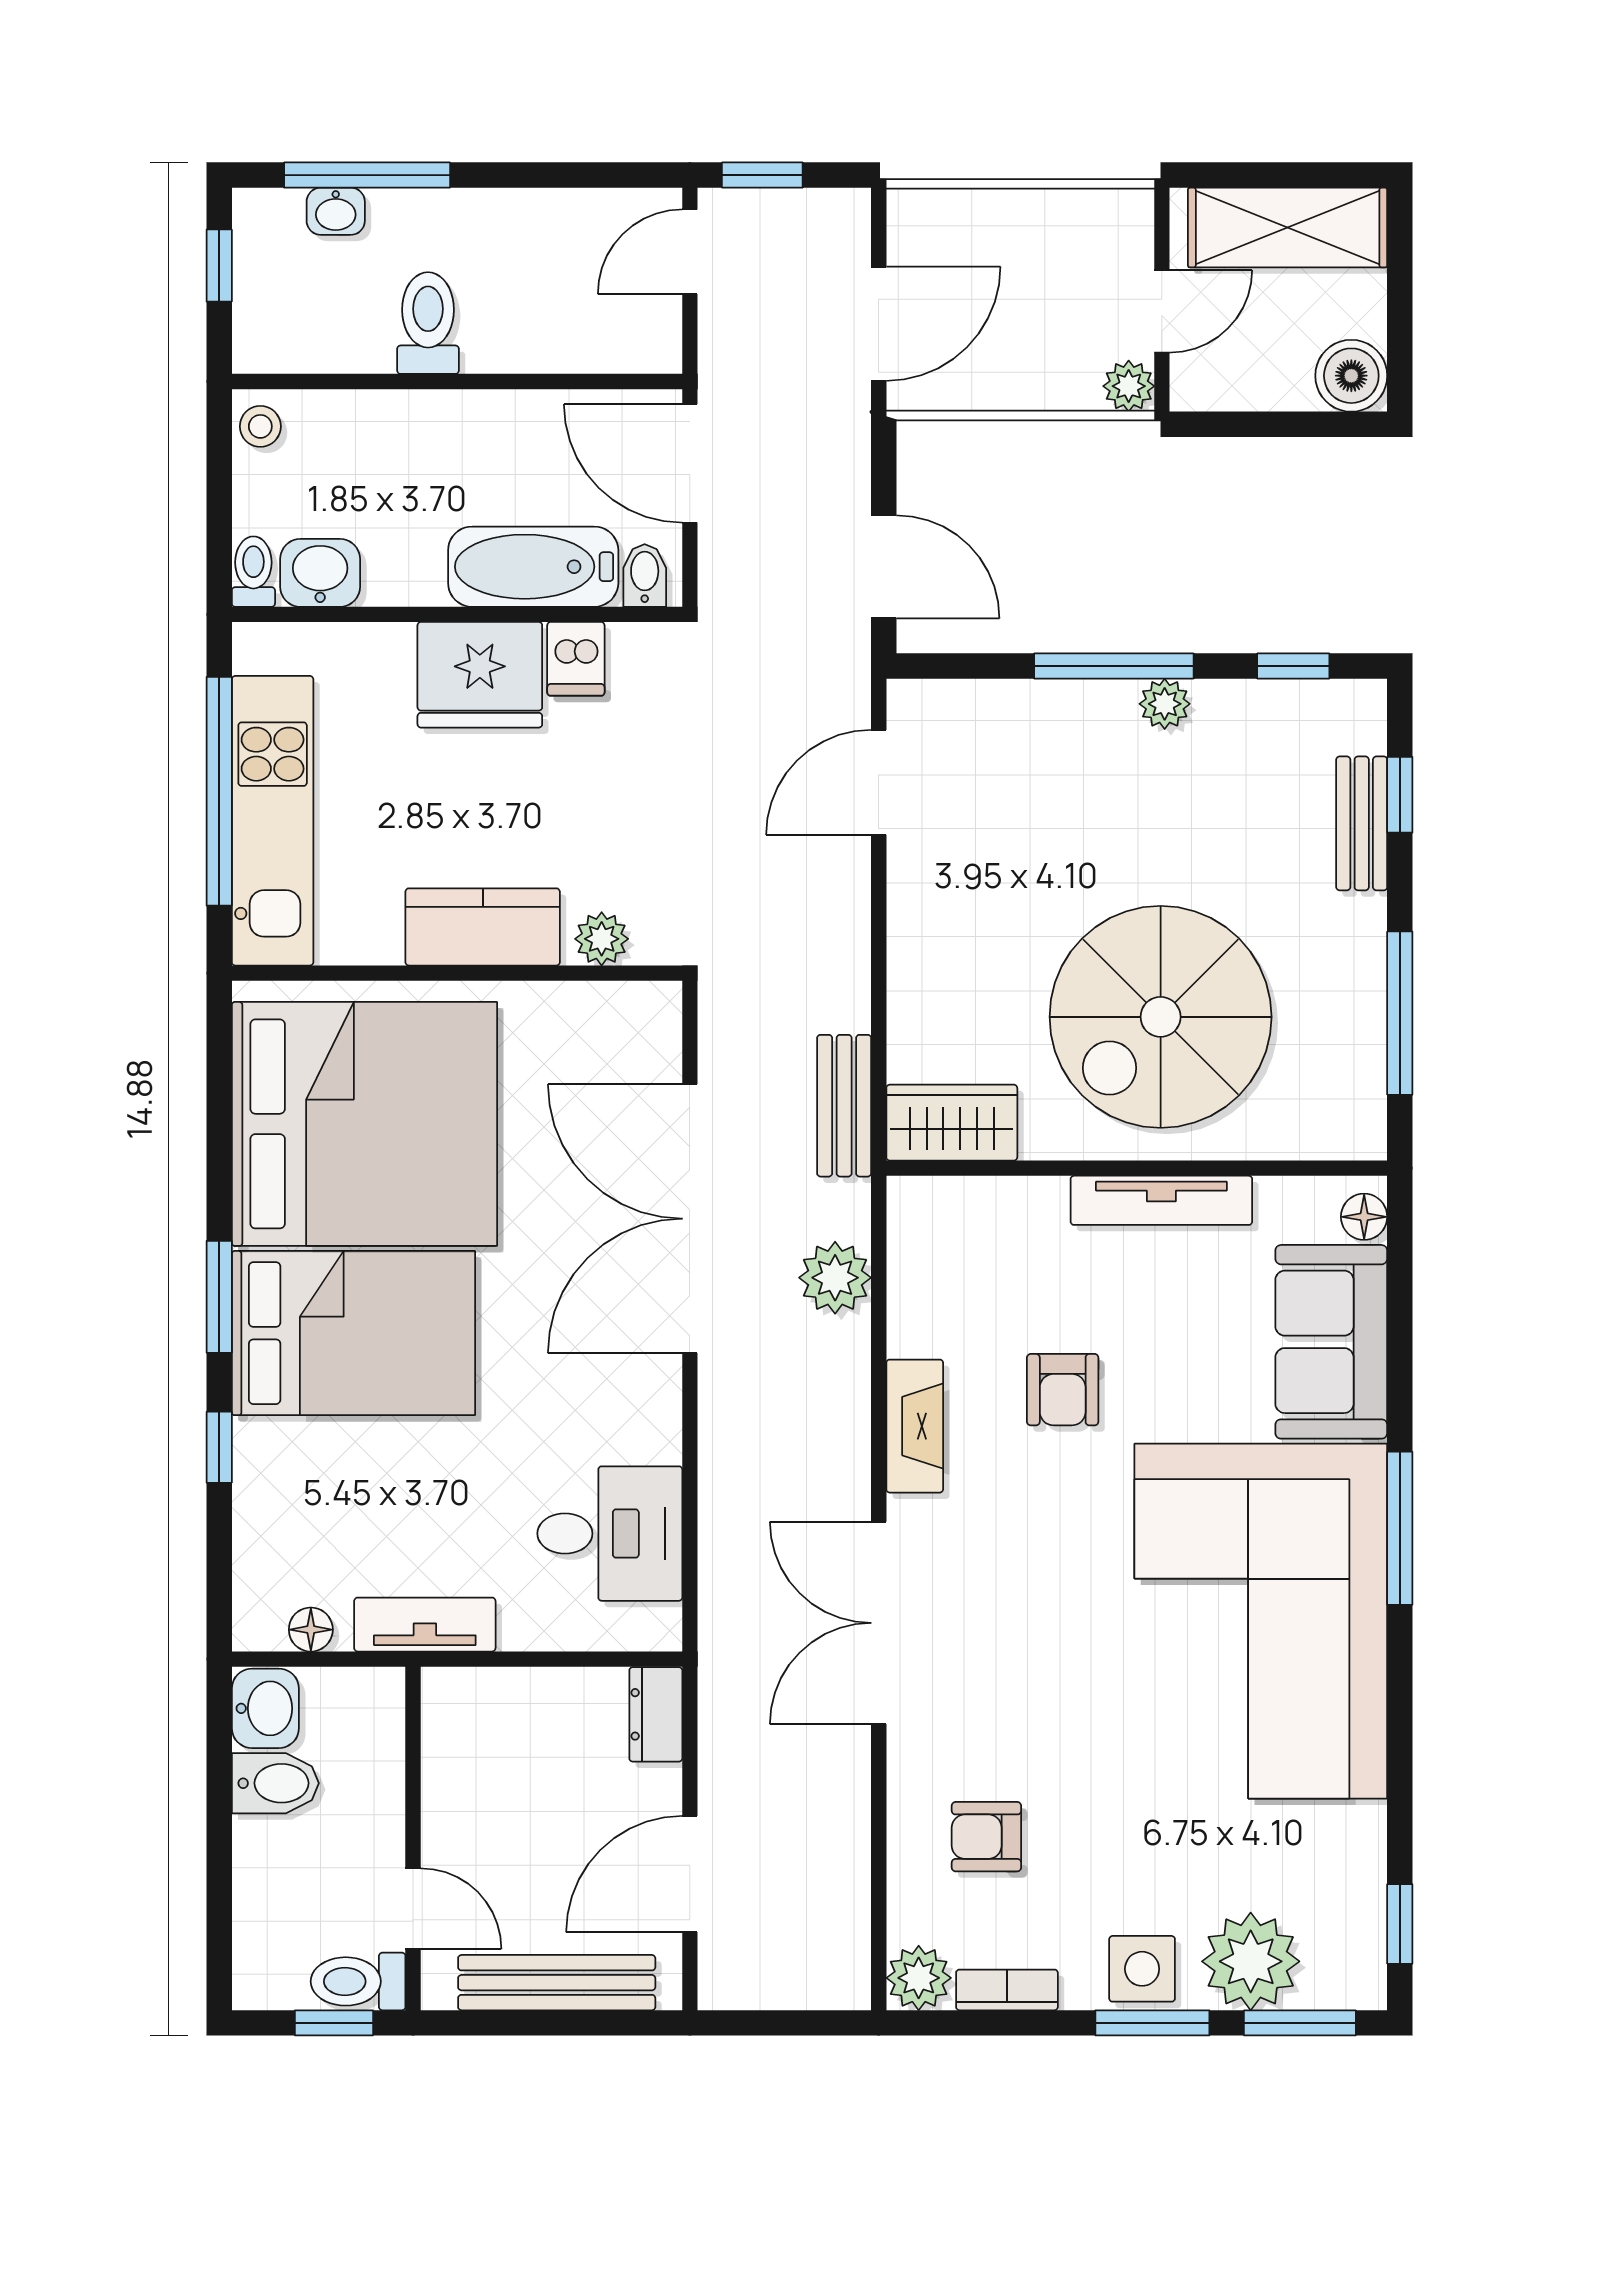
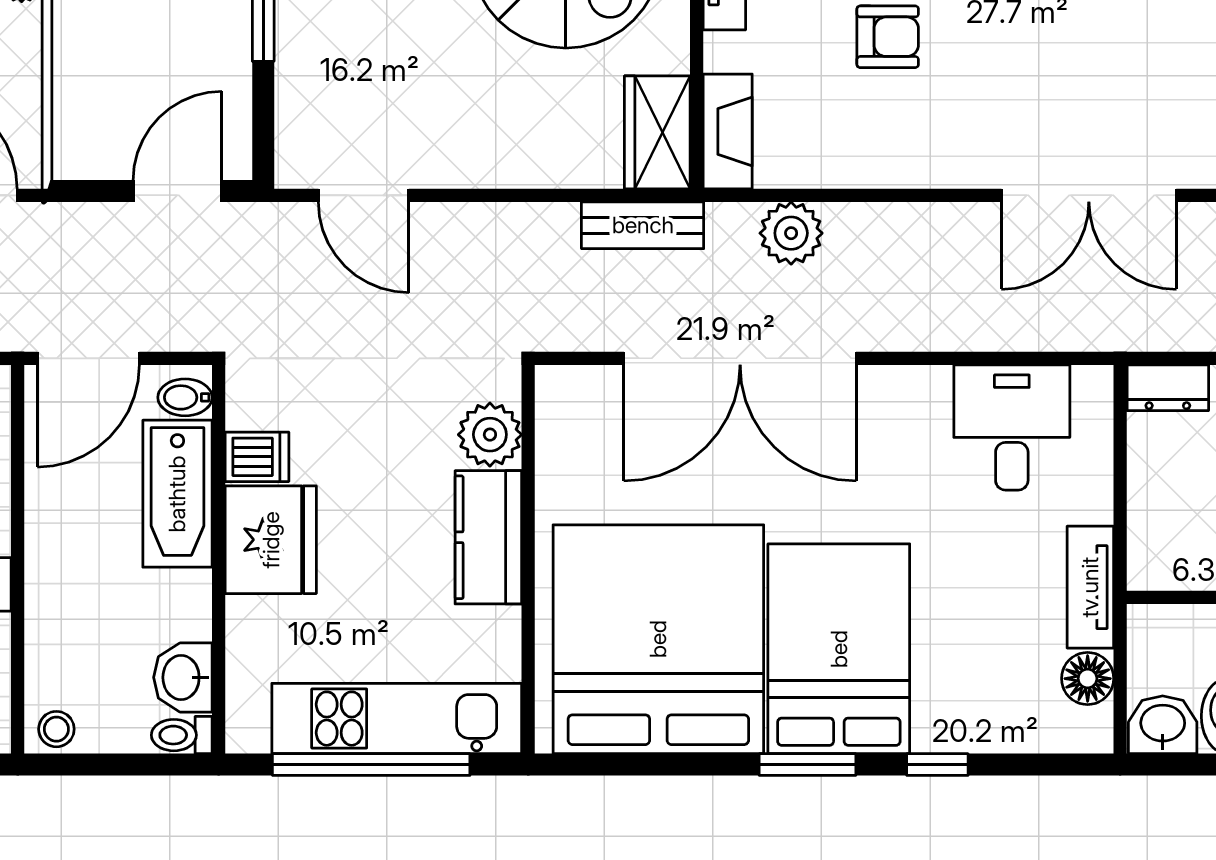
plant: (602, 939) -> (490, 435), width x1.38, depth x1.38
fireplace: (915, 1426) -> (728, 131), moved, turned 90
floor lamp: (311, 1630) -> (1088, 679), width x1.37, depth x1.37

